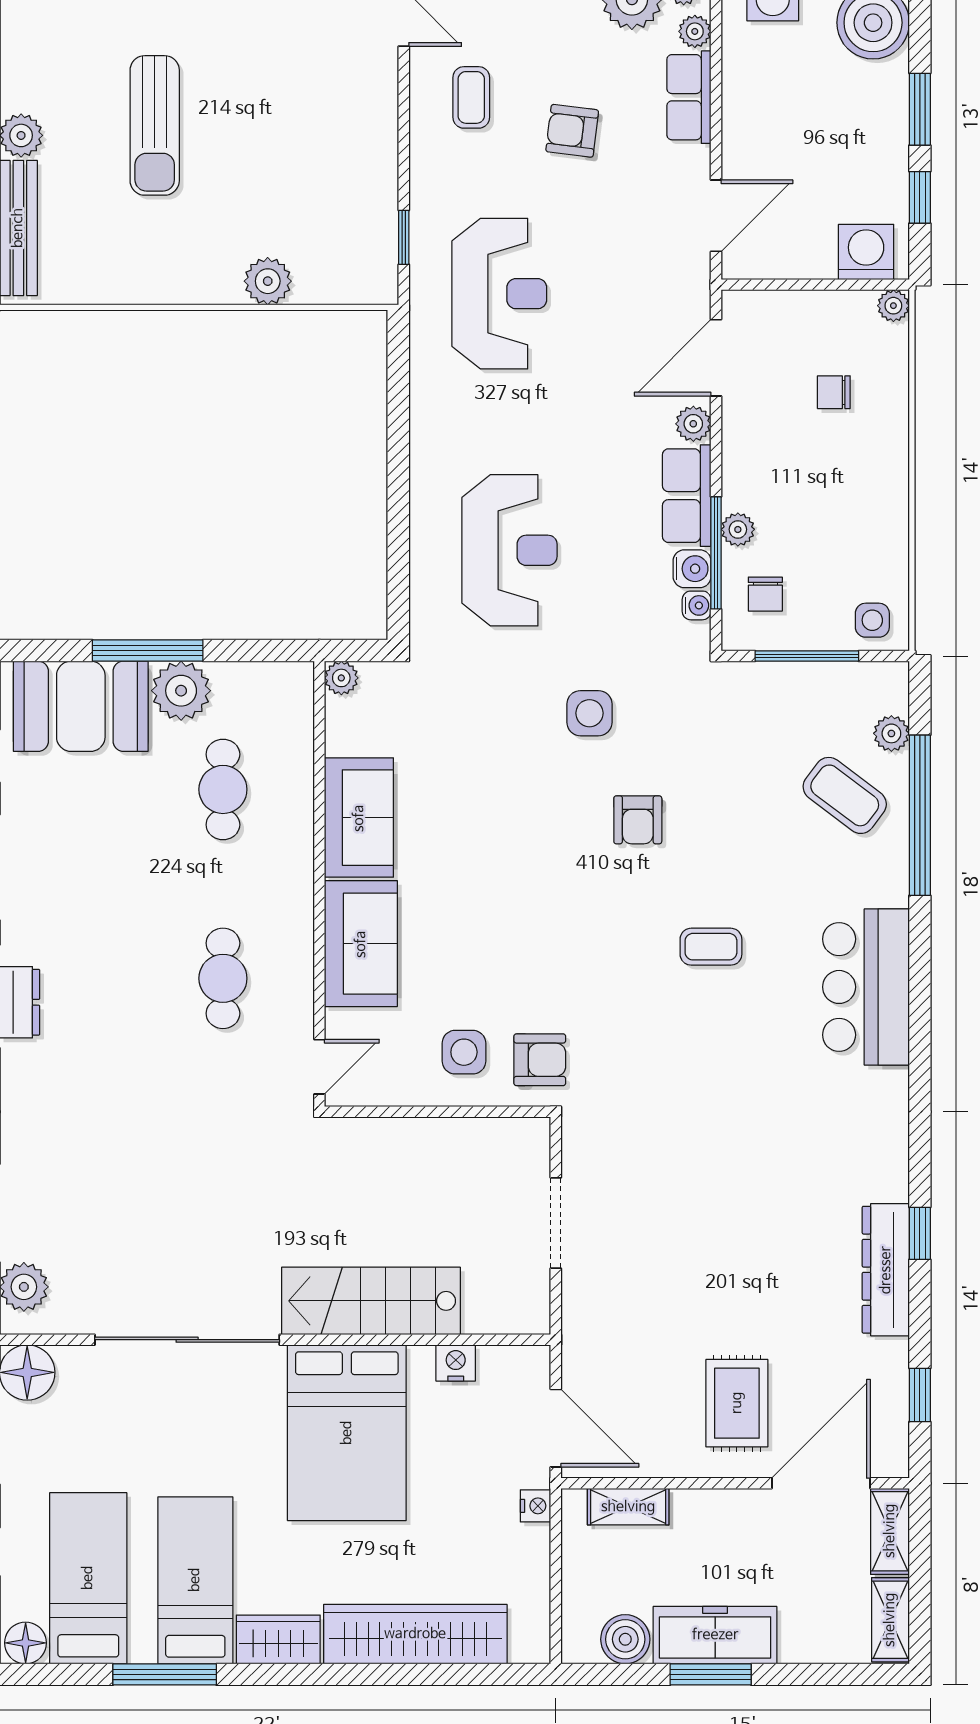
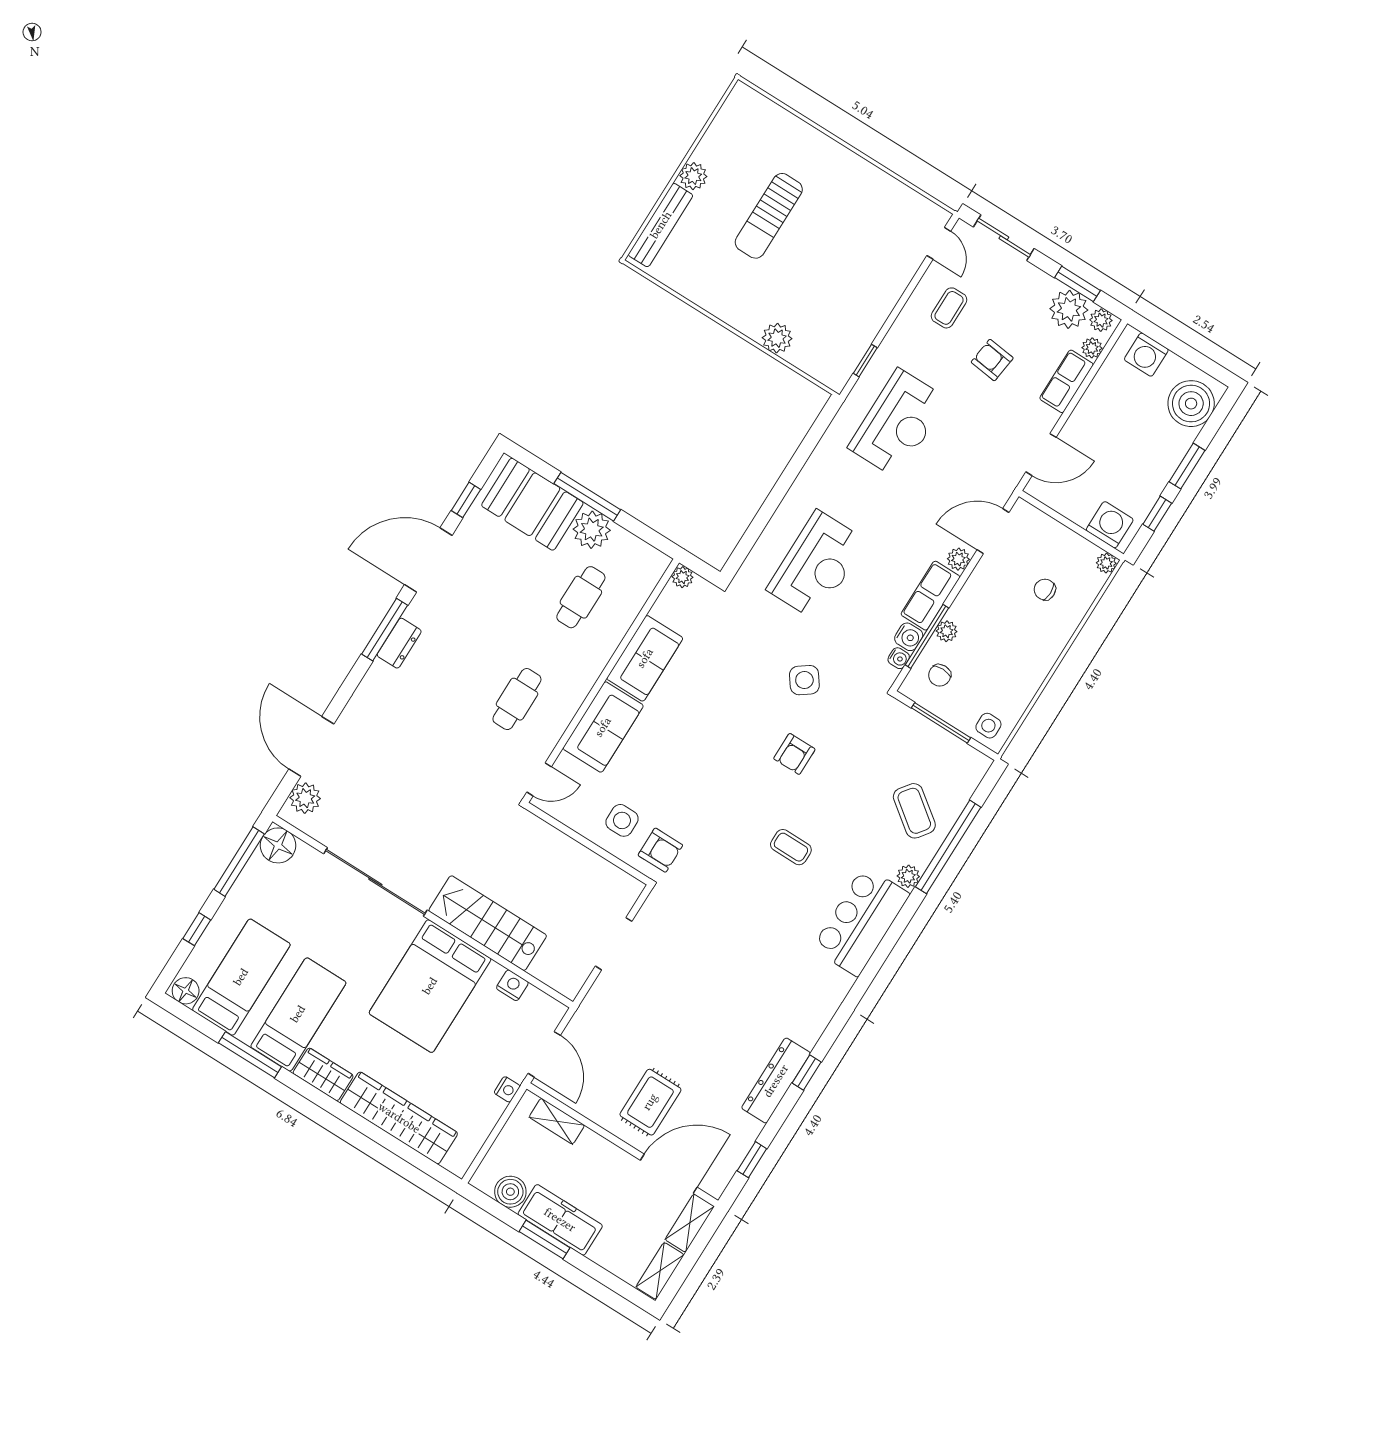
side table: (589, 713) -> (804, 680), turned -36
plant: (891, 733) -> (908, 876), moved

